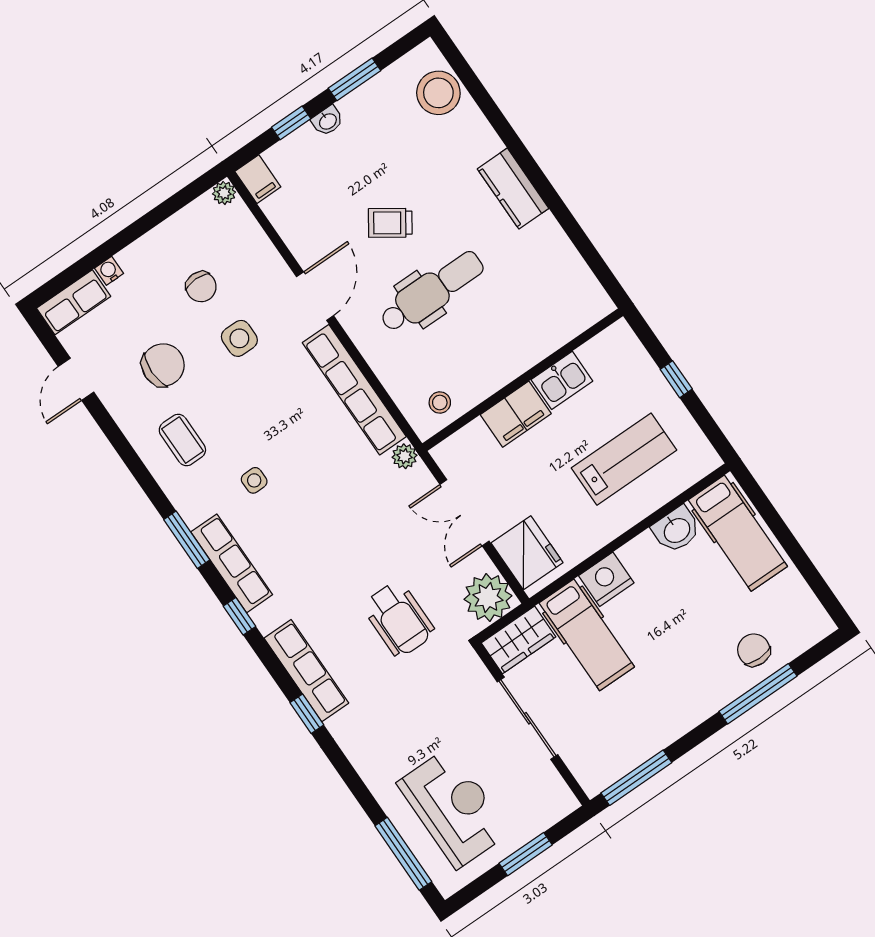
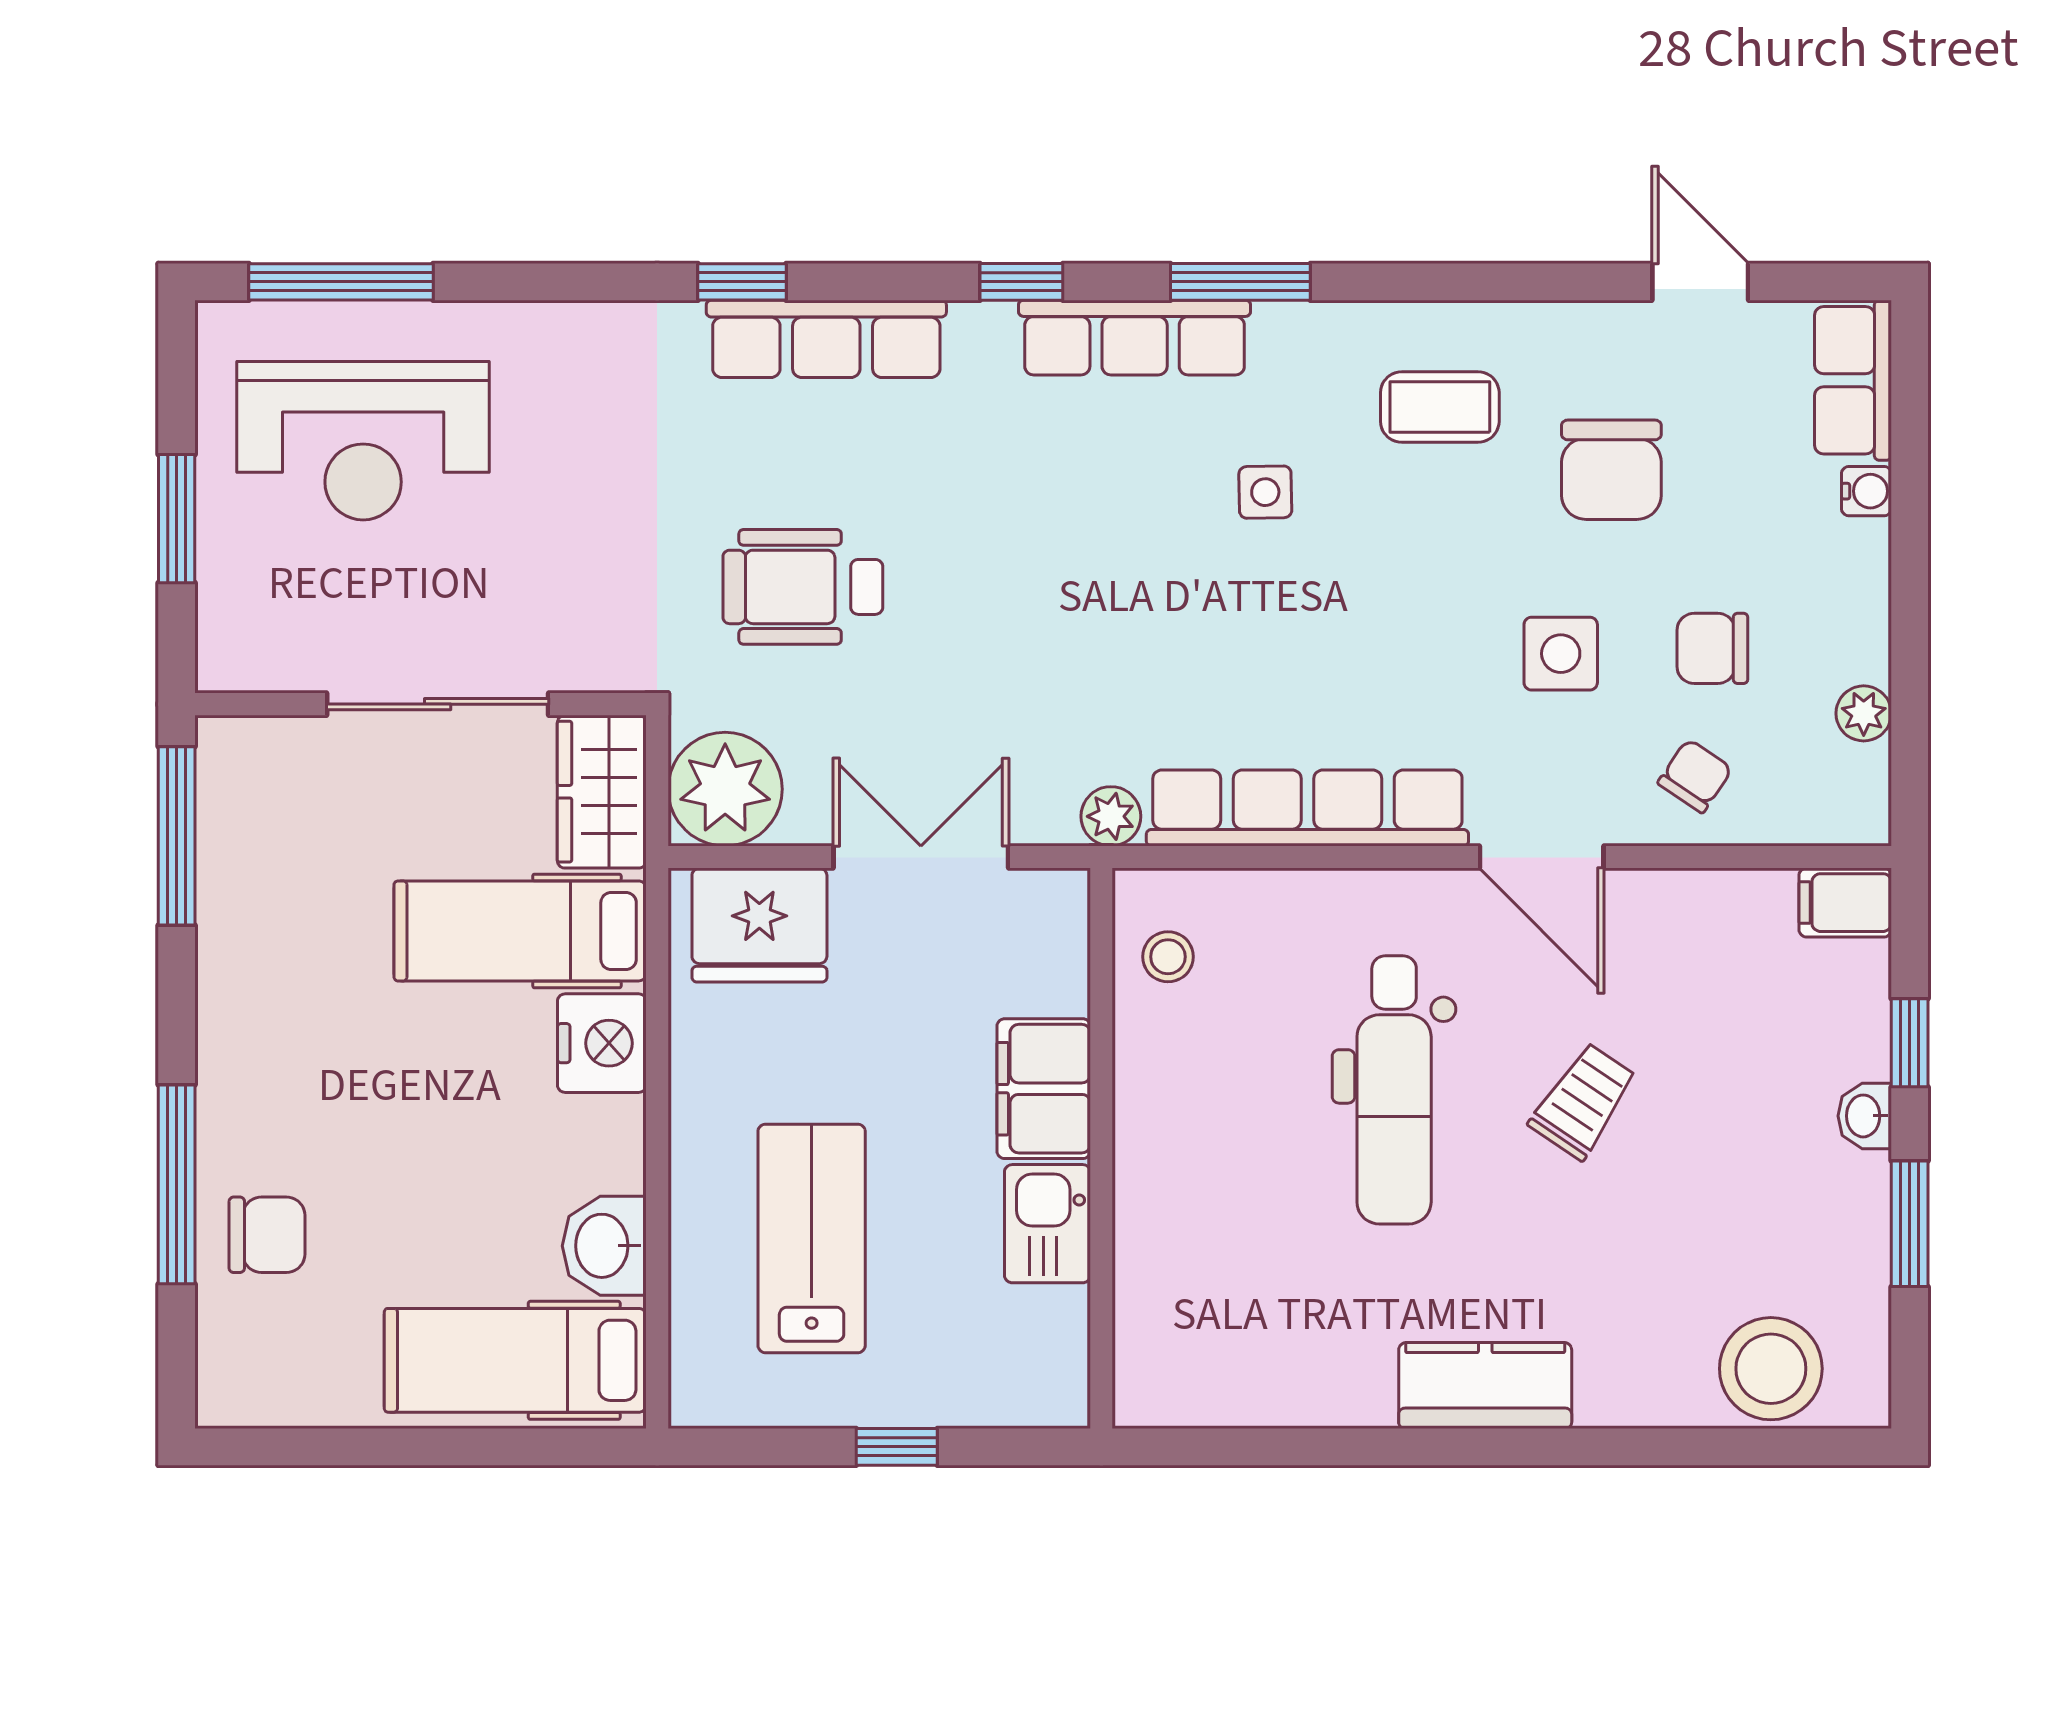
plant: (224, 193) -> (1864, 713), moved
chair: (250, 262) -> (1695, 776), added
lab bench: (624, 459) -> (812, 1238), turned 180

